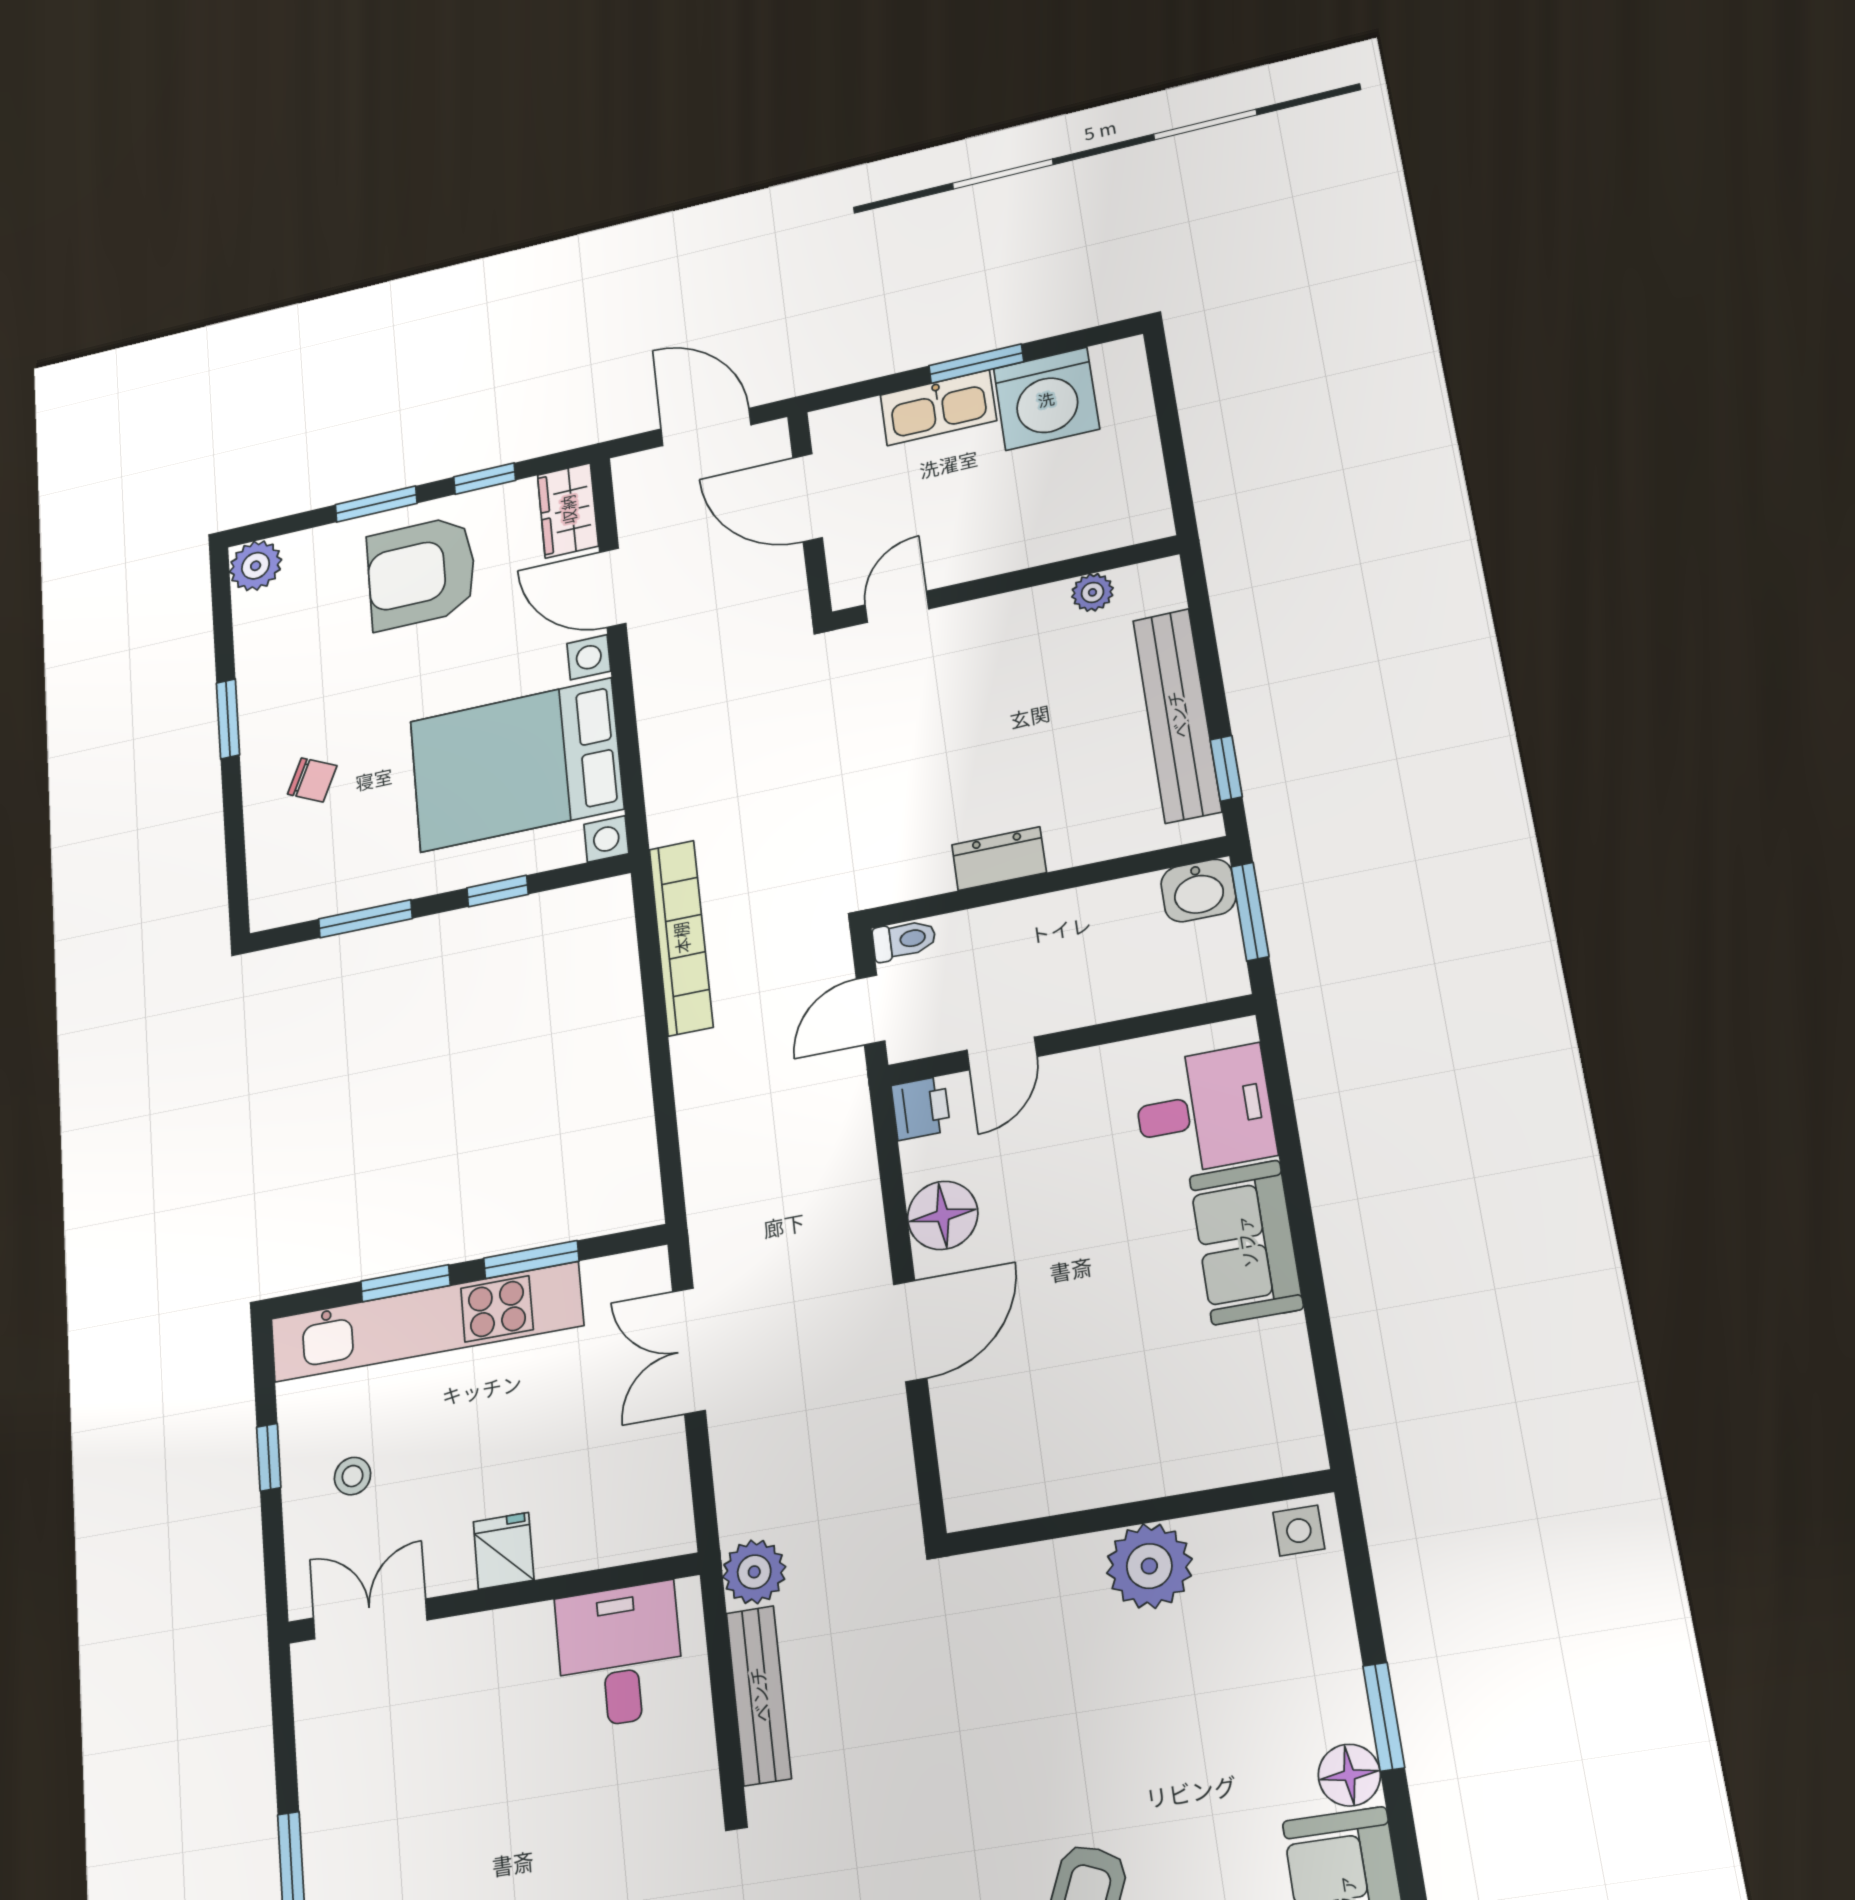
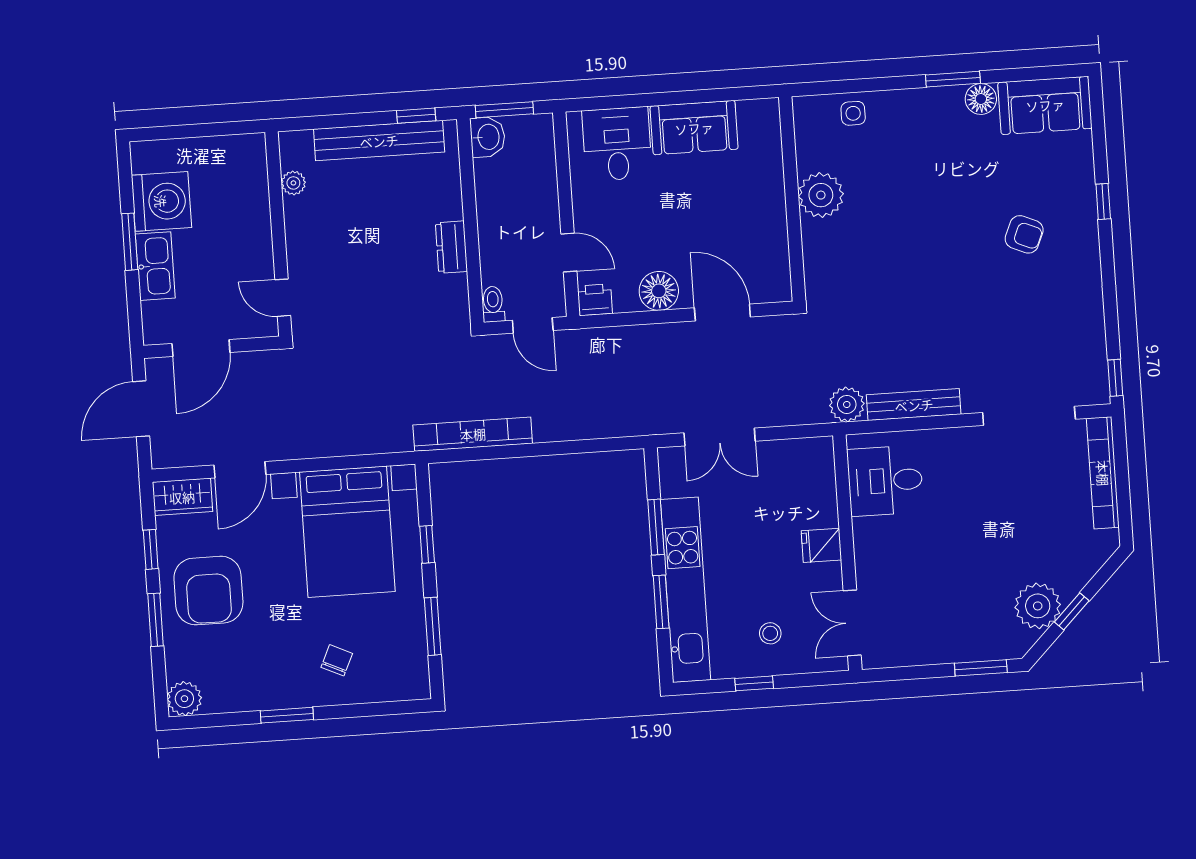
wall: (1138, 1513) -> (792, 199), moved
plant: (1149, 1566) -> (821, 195), moved

